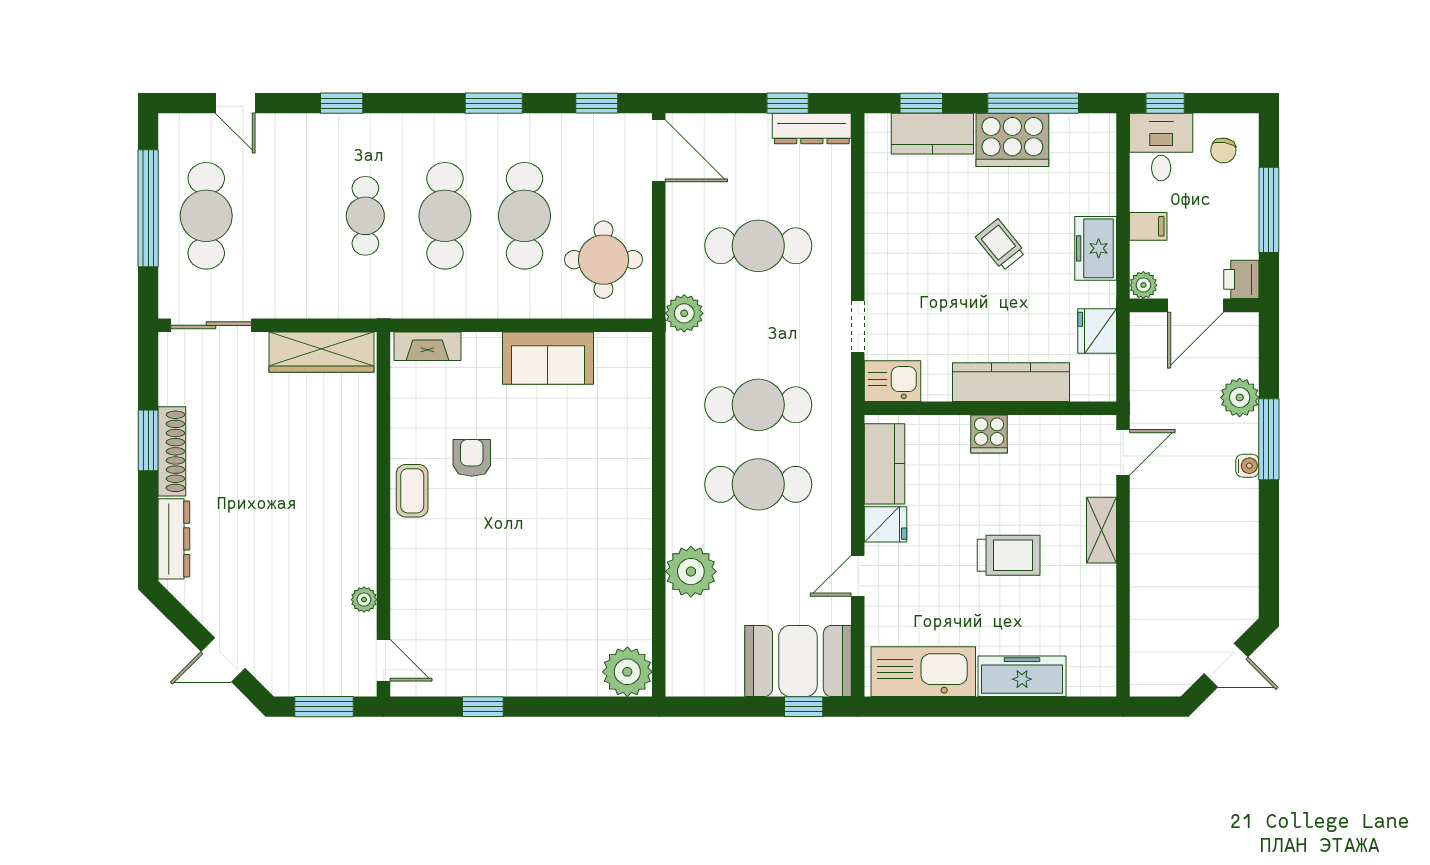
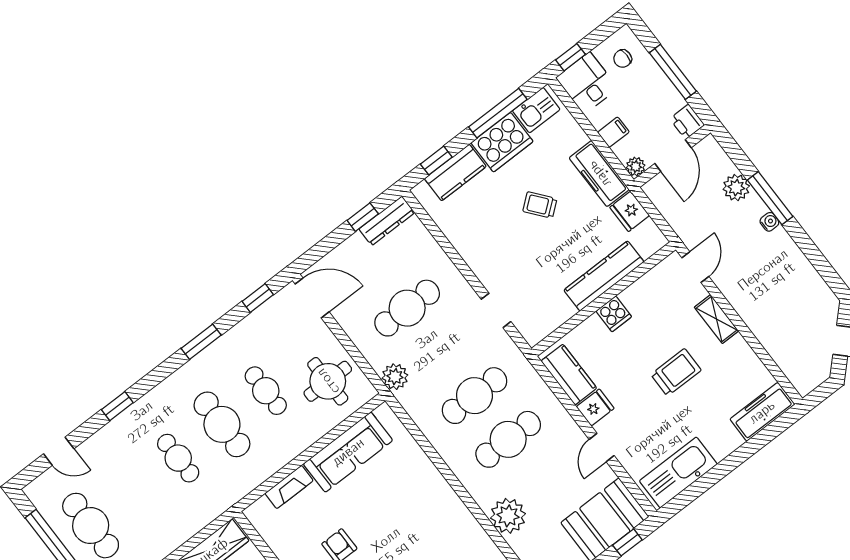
chair: (1223, 150) -> (623, 59), turned 81
cafe table: (524, 216) -> (266, 391), width x0.73, depth x0.74
freezer: (1096, 248) -> (599, 174), width x1.40
fireplace: (428, 346) -> (289, 487), moved
sofa: (548, 358) -> (348, 452), width x1.36
kitchen sink: (893, 381) -> (536, 110), moved, turned 180
freezer: (1022, 676) -> (762, 412), moved

